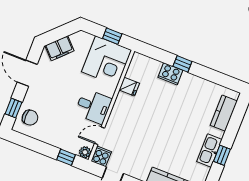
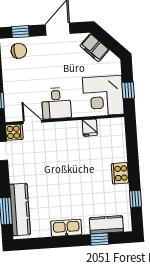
window: (182, 64) -> (136, 199), moved
cooker: (170, 74) -> (120, 173), moved
chair: (30, 118) -> (19, 51), turned -97
plant: (85, 152) -> (11, 116), removed
window: (222, 155) -> (99, 239), moved

